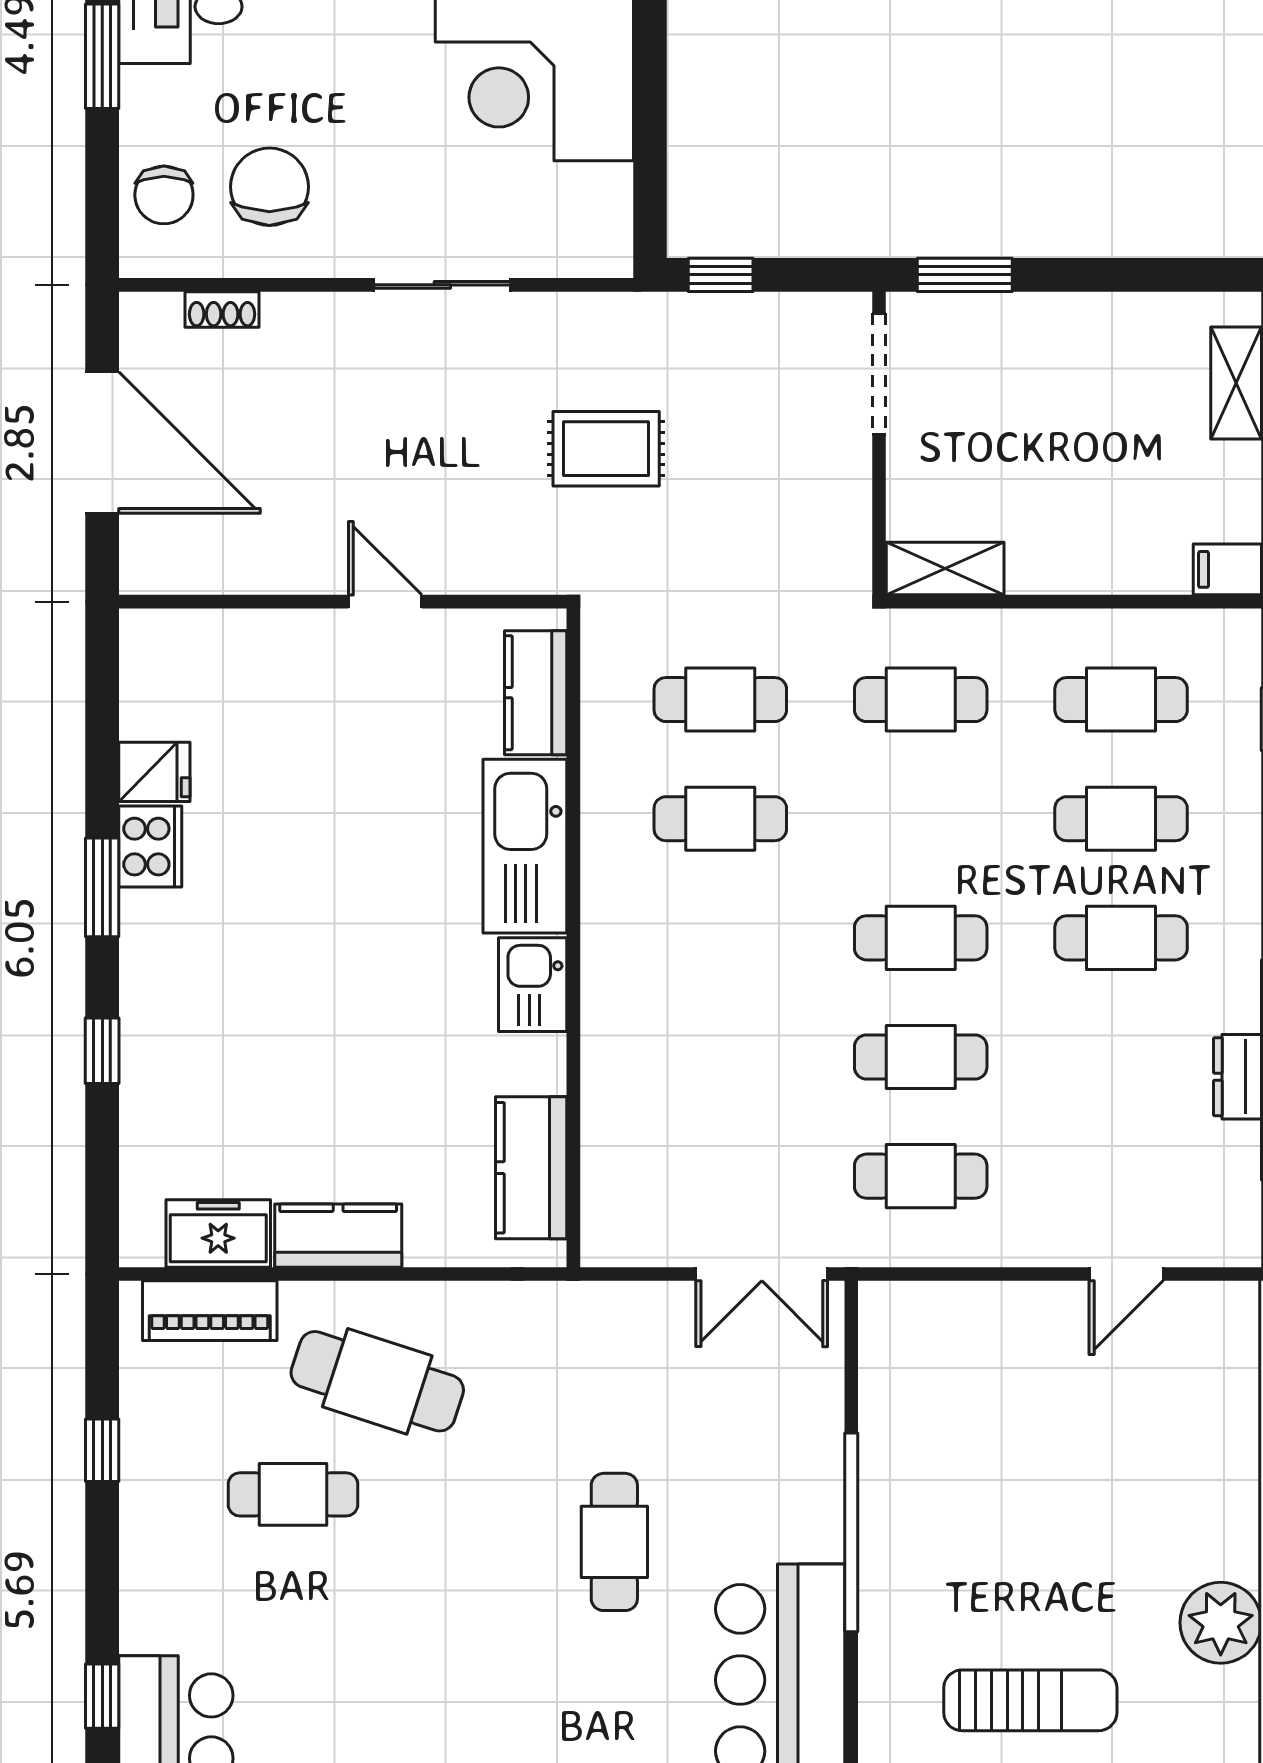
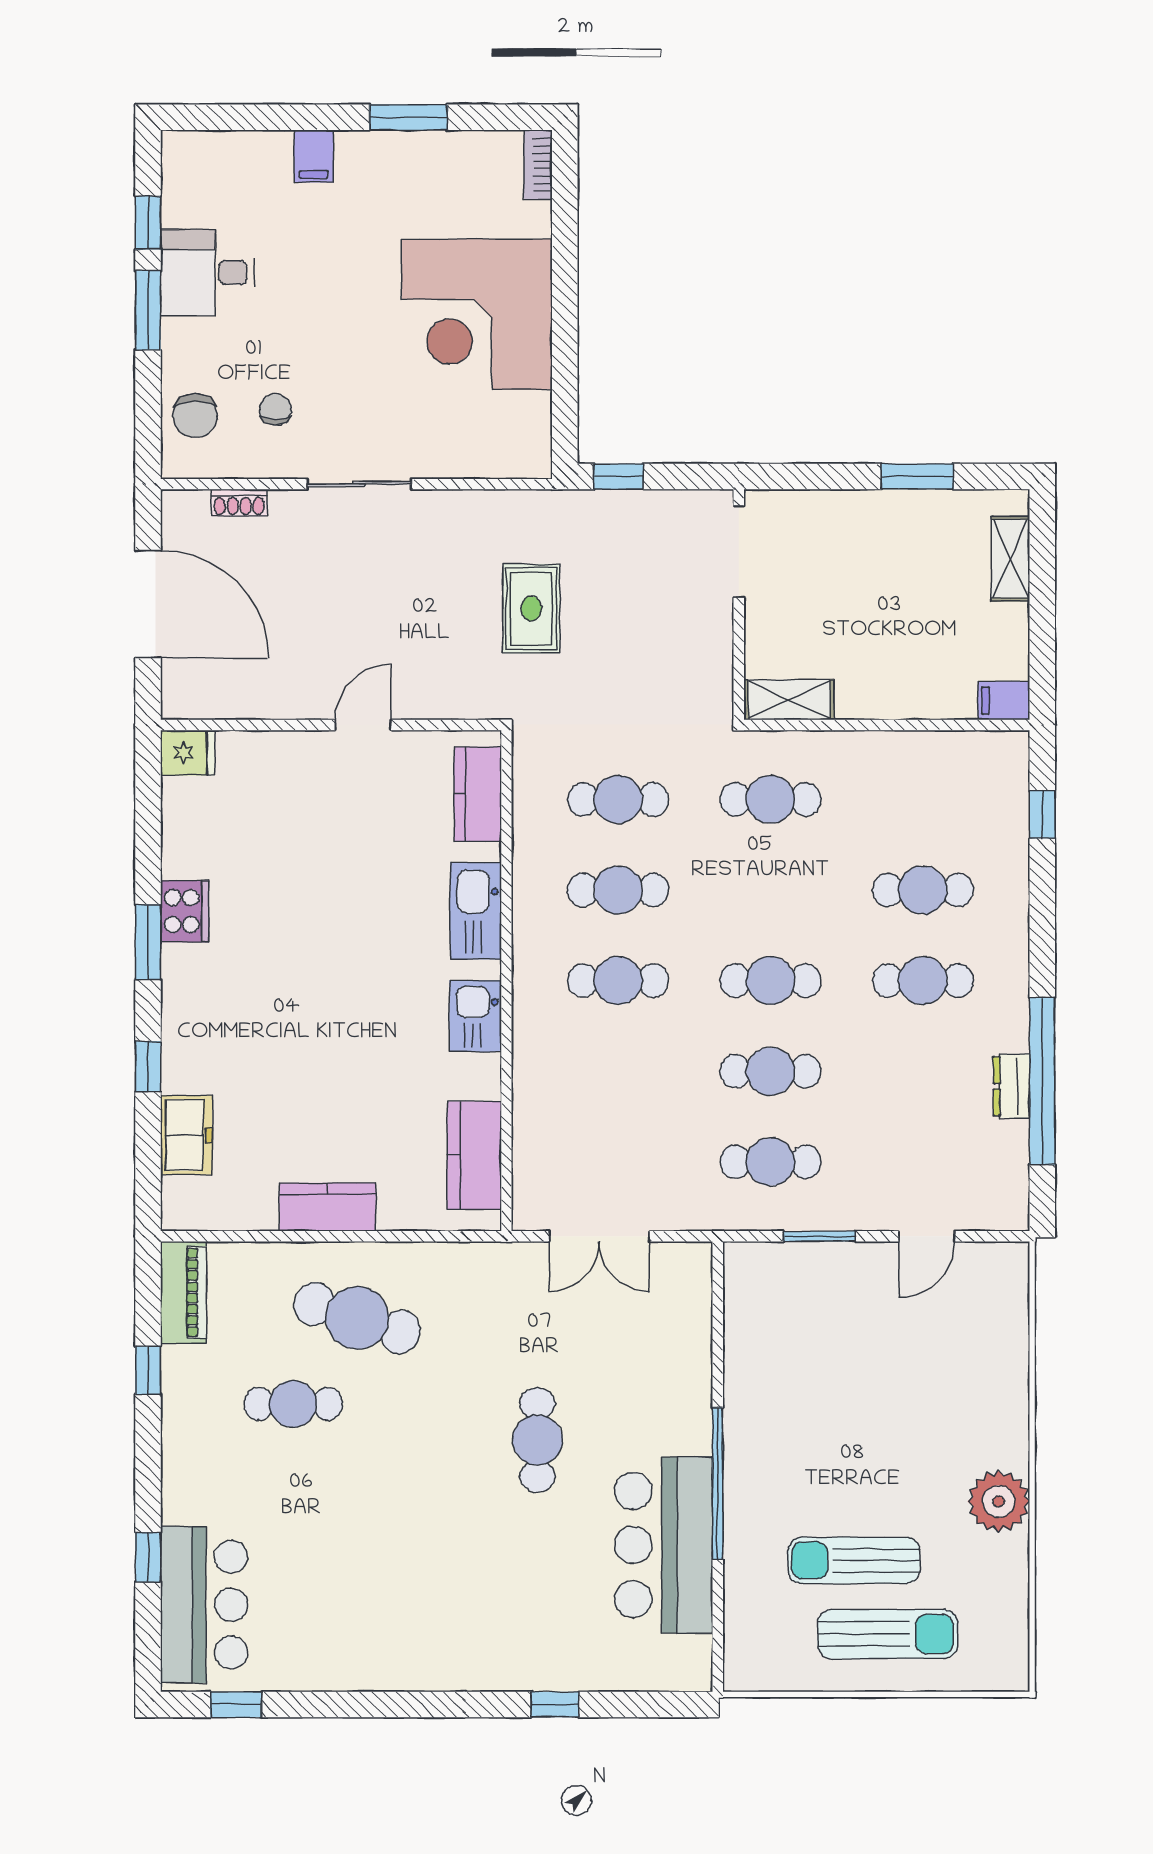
chair: (269, 187) -> (275, 409), width x0.54, depth x0.54
window: (965, 275) -> (917, 476), moved
sliding door: (442, 285) -> (359, 484), moved
rug: (606, 449) -> (531, 609), turned 90
door: (385, 602) -> (363, 725), hinge flipped
cafe table: (1121, 700) -> (618, 981), moved
fridge: (154, 772) -> (188, 753), moved
kitchen sink: (525, 846) -> (476, 911), width x0.73, depth x0.81
freezer: (218, 1233) -> (186, 1135), moved, turned 90
double door: (762, 1274) -> (599, 1236), moved
window: (985, 1274) -> (819, 1236), added
piano: (210, 1311) -> (184, 1292), moved, turned -90
window: (851, 1532) -> (718, 1483), moved
sun lounger: (1030, 1700) -> (854, 1560), turned 180

